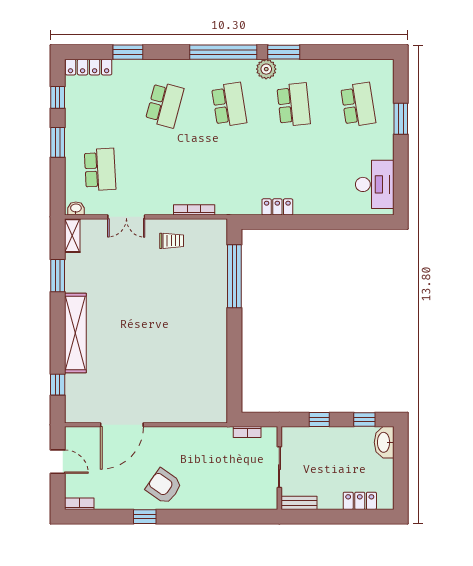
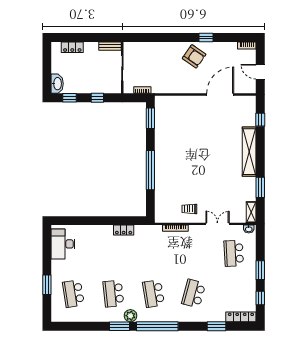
window: (234, 276) -> (150, 170), moved
window: (234, 387) -> (150, 118), added

